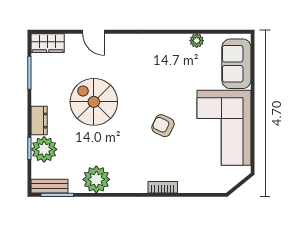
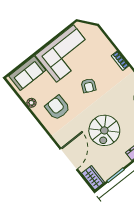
door: (93, 32) -> (69, 159), width x1.87
armchair: (166, 67) -> (57, 108), added

